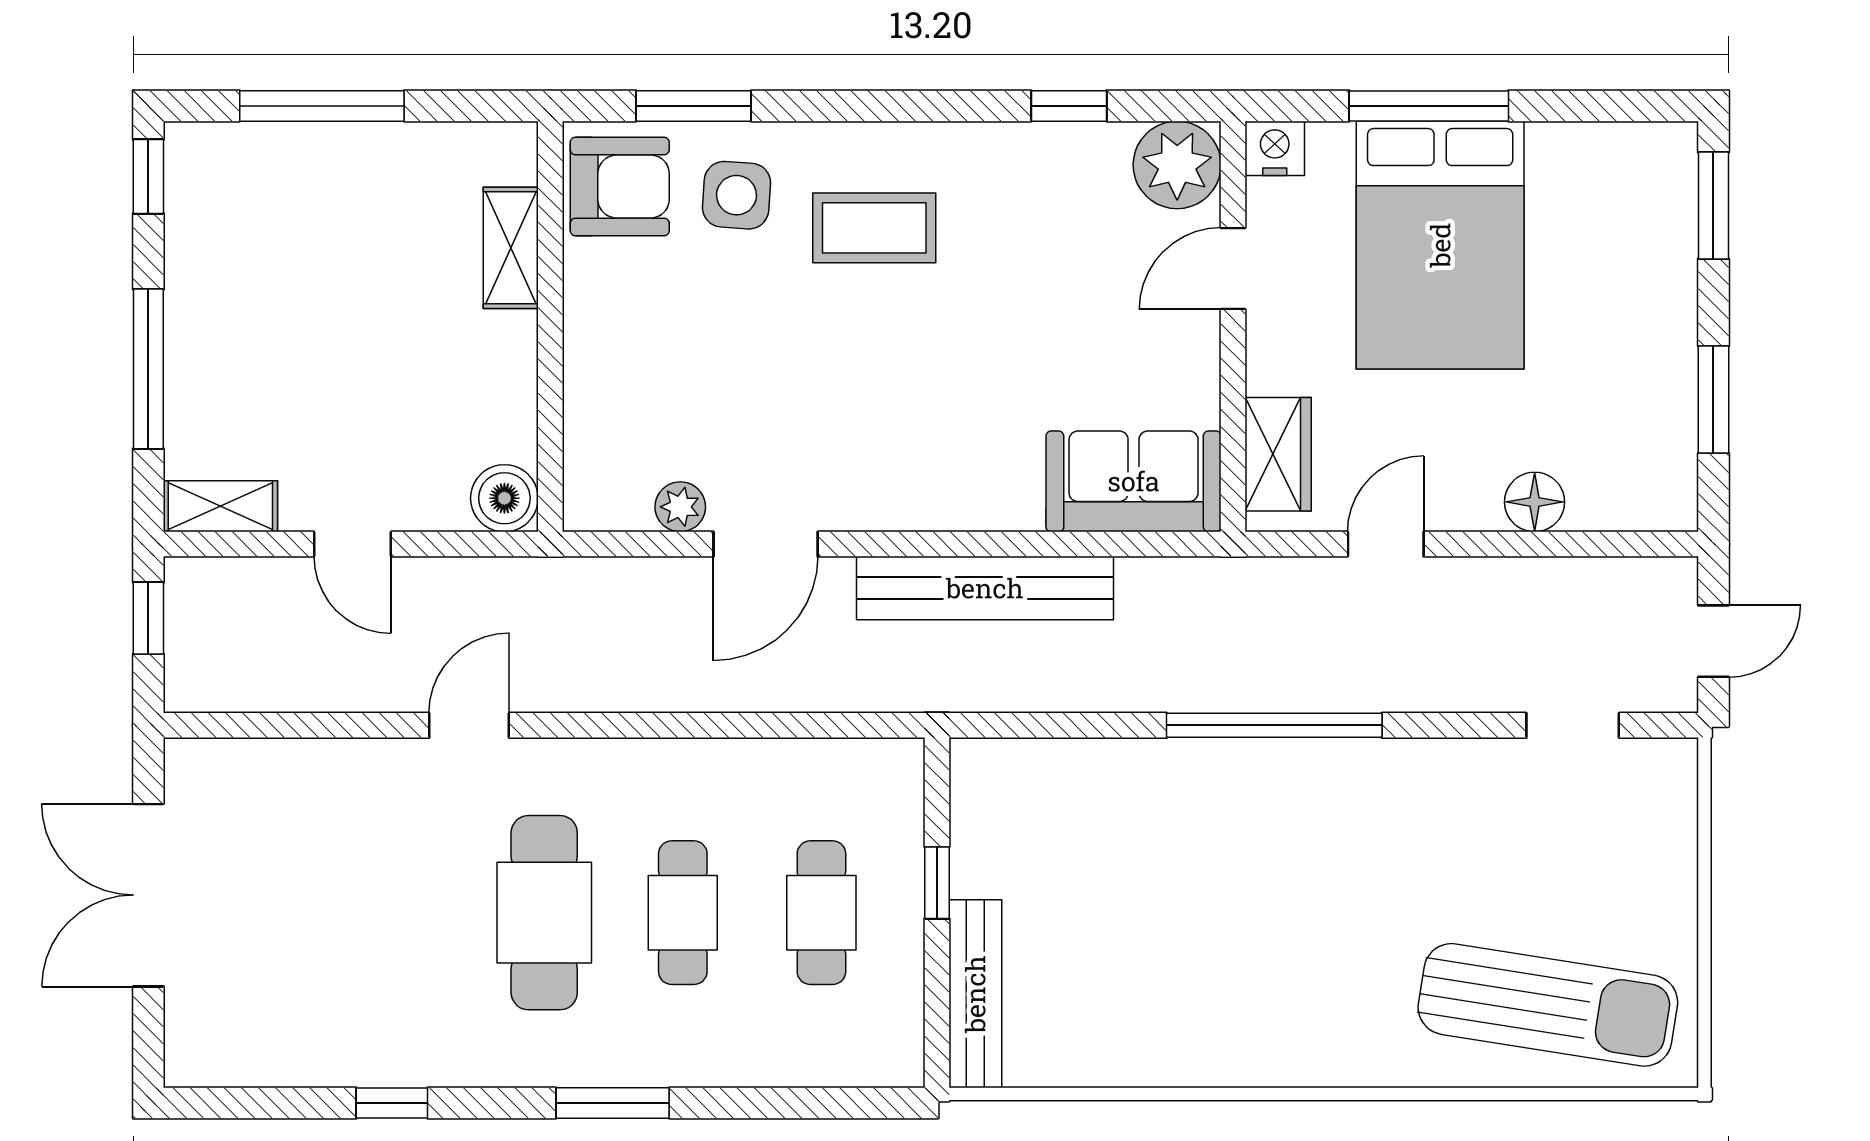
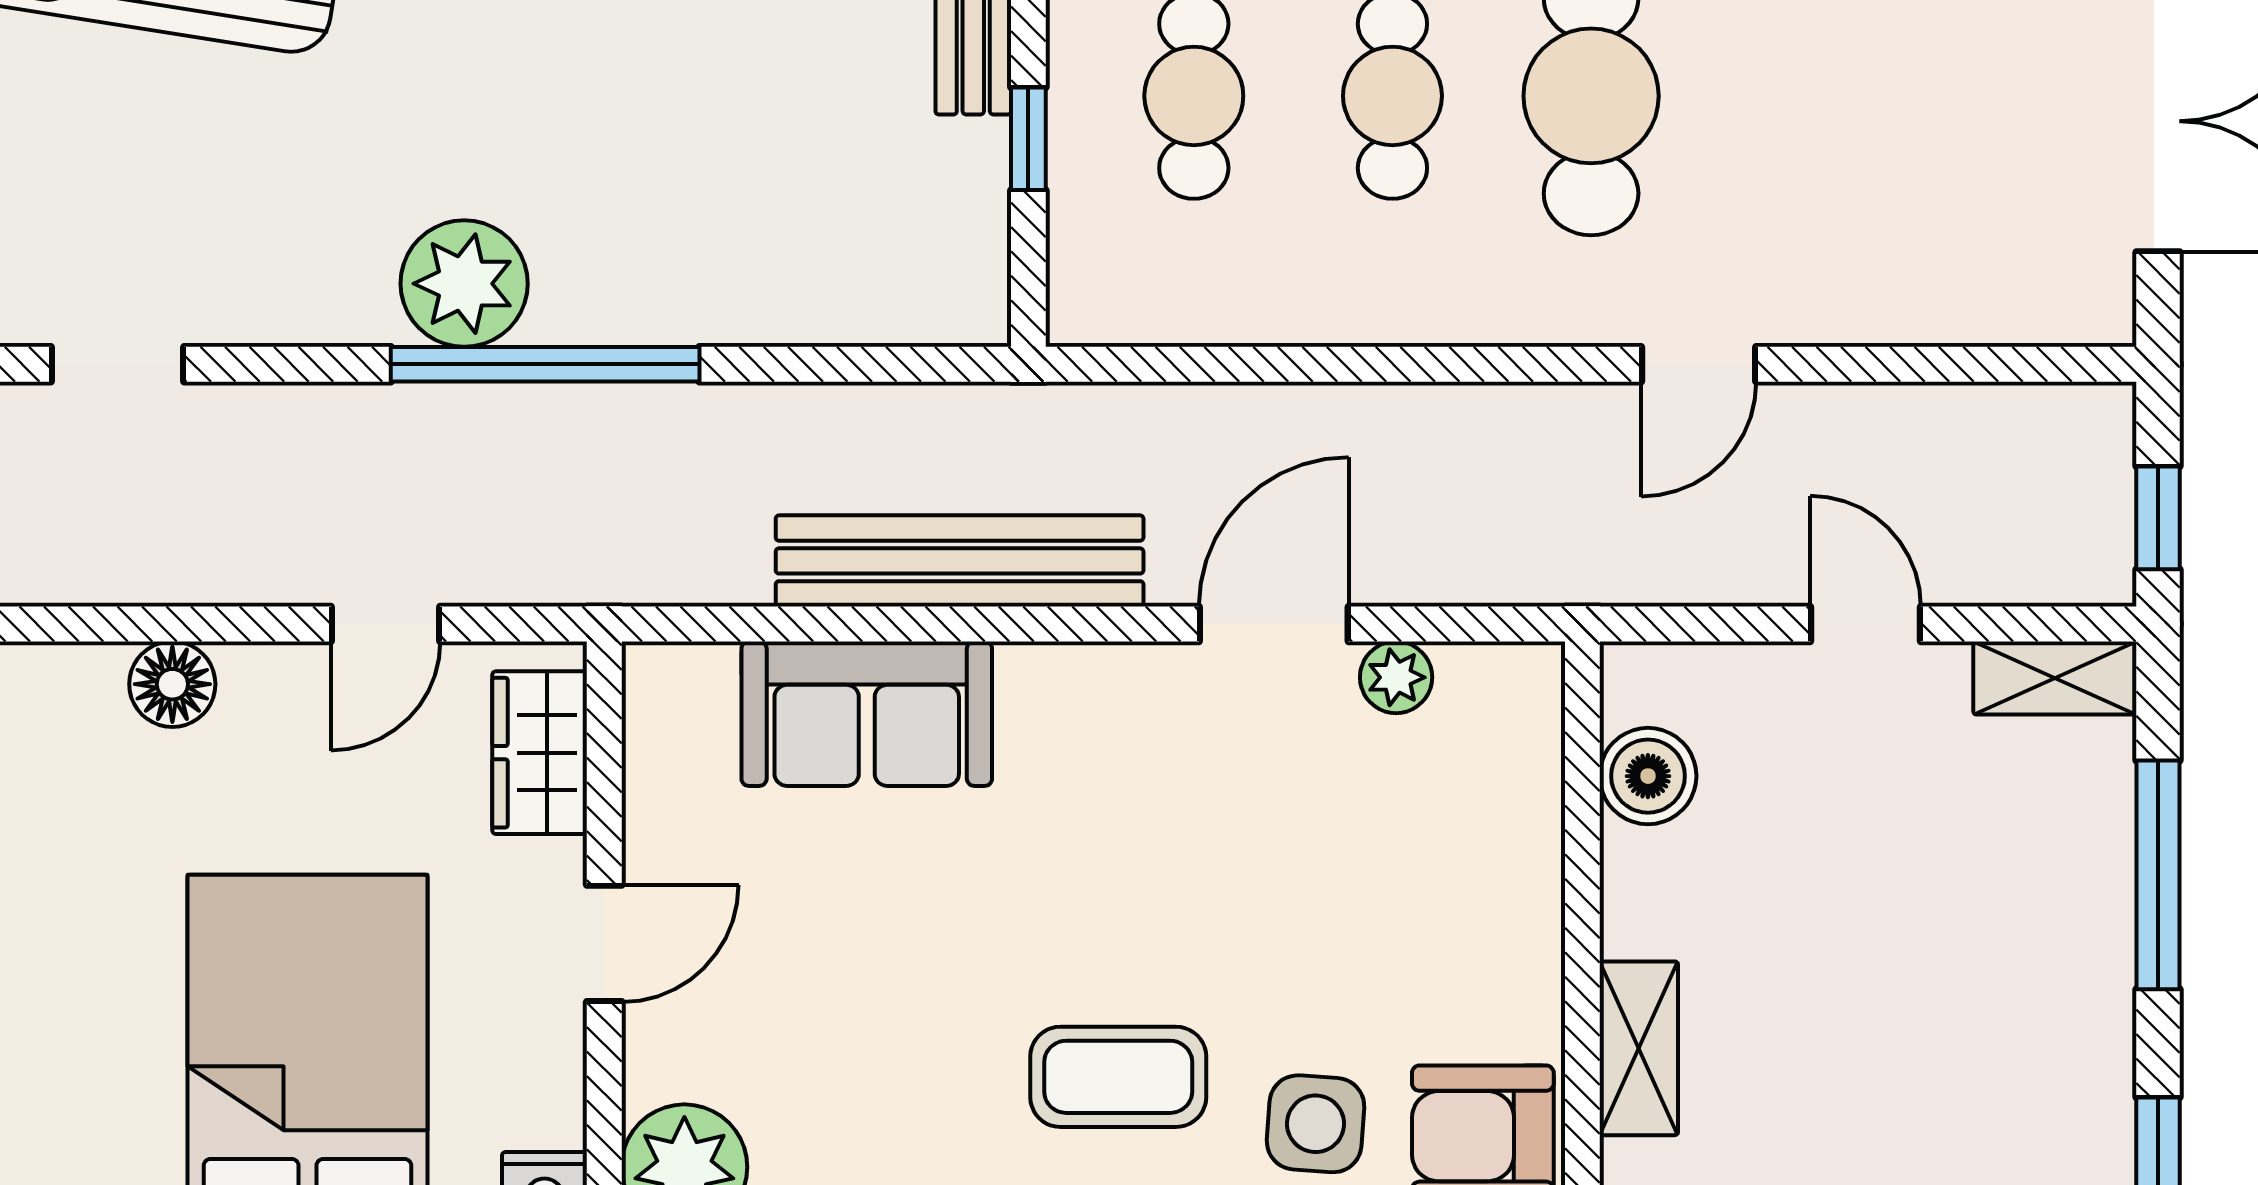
door: (1233, 269) -> (604, 943), moved
sofa: (1134, 481) -> (867, 714), moved
boiler: (504, 498) -> (1648, 776), moved
plant: (1331, 782) -> (464, 284), added

